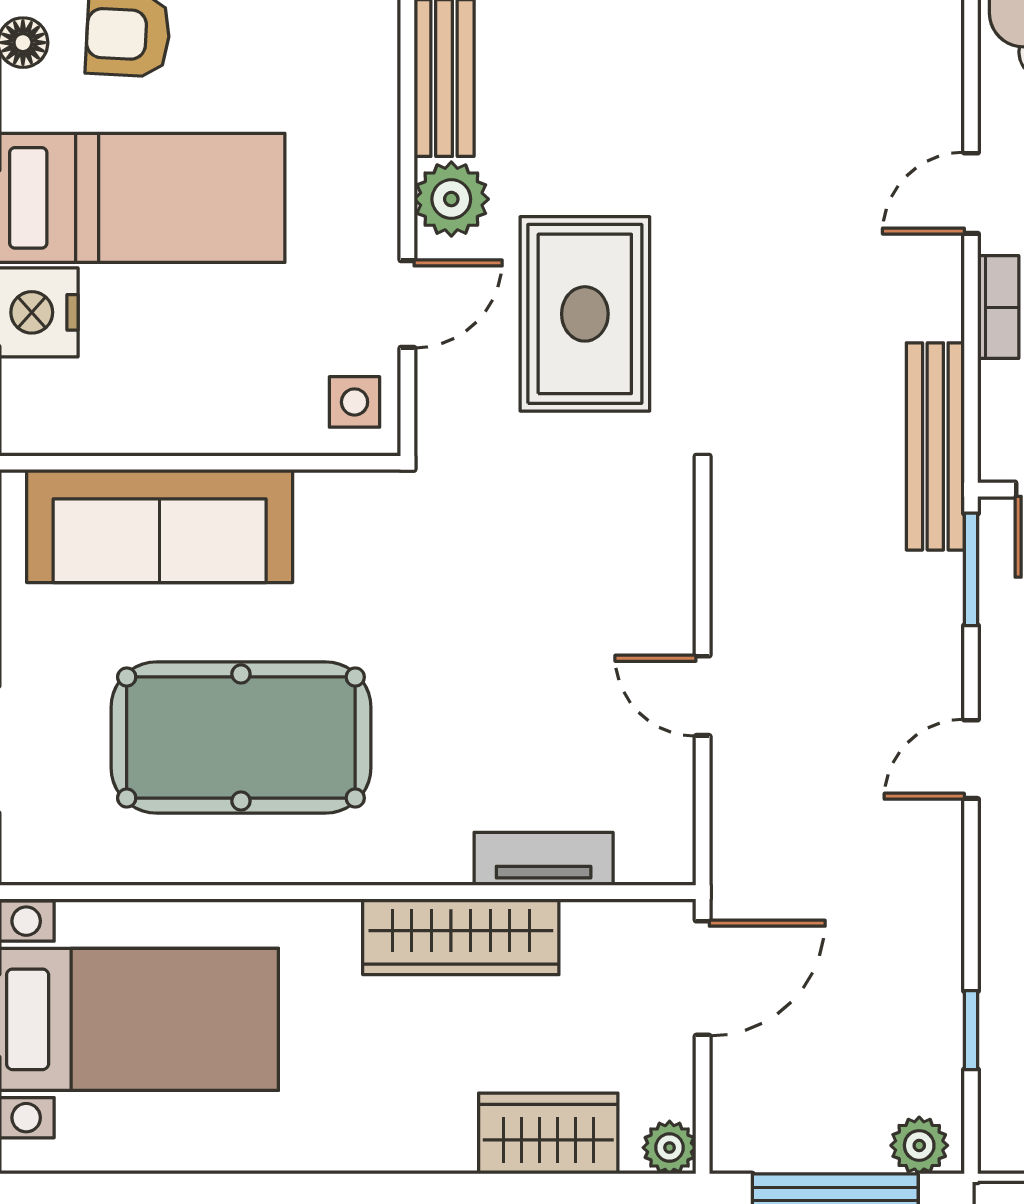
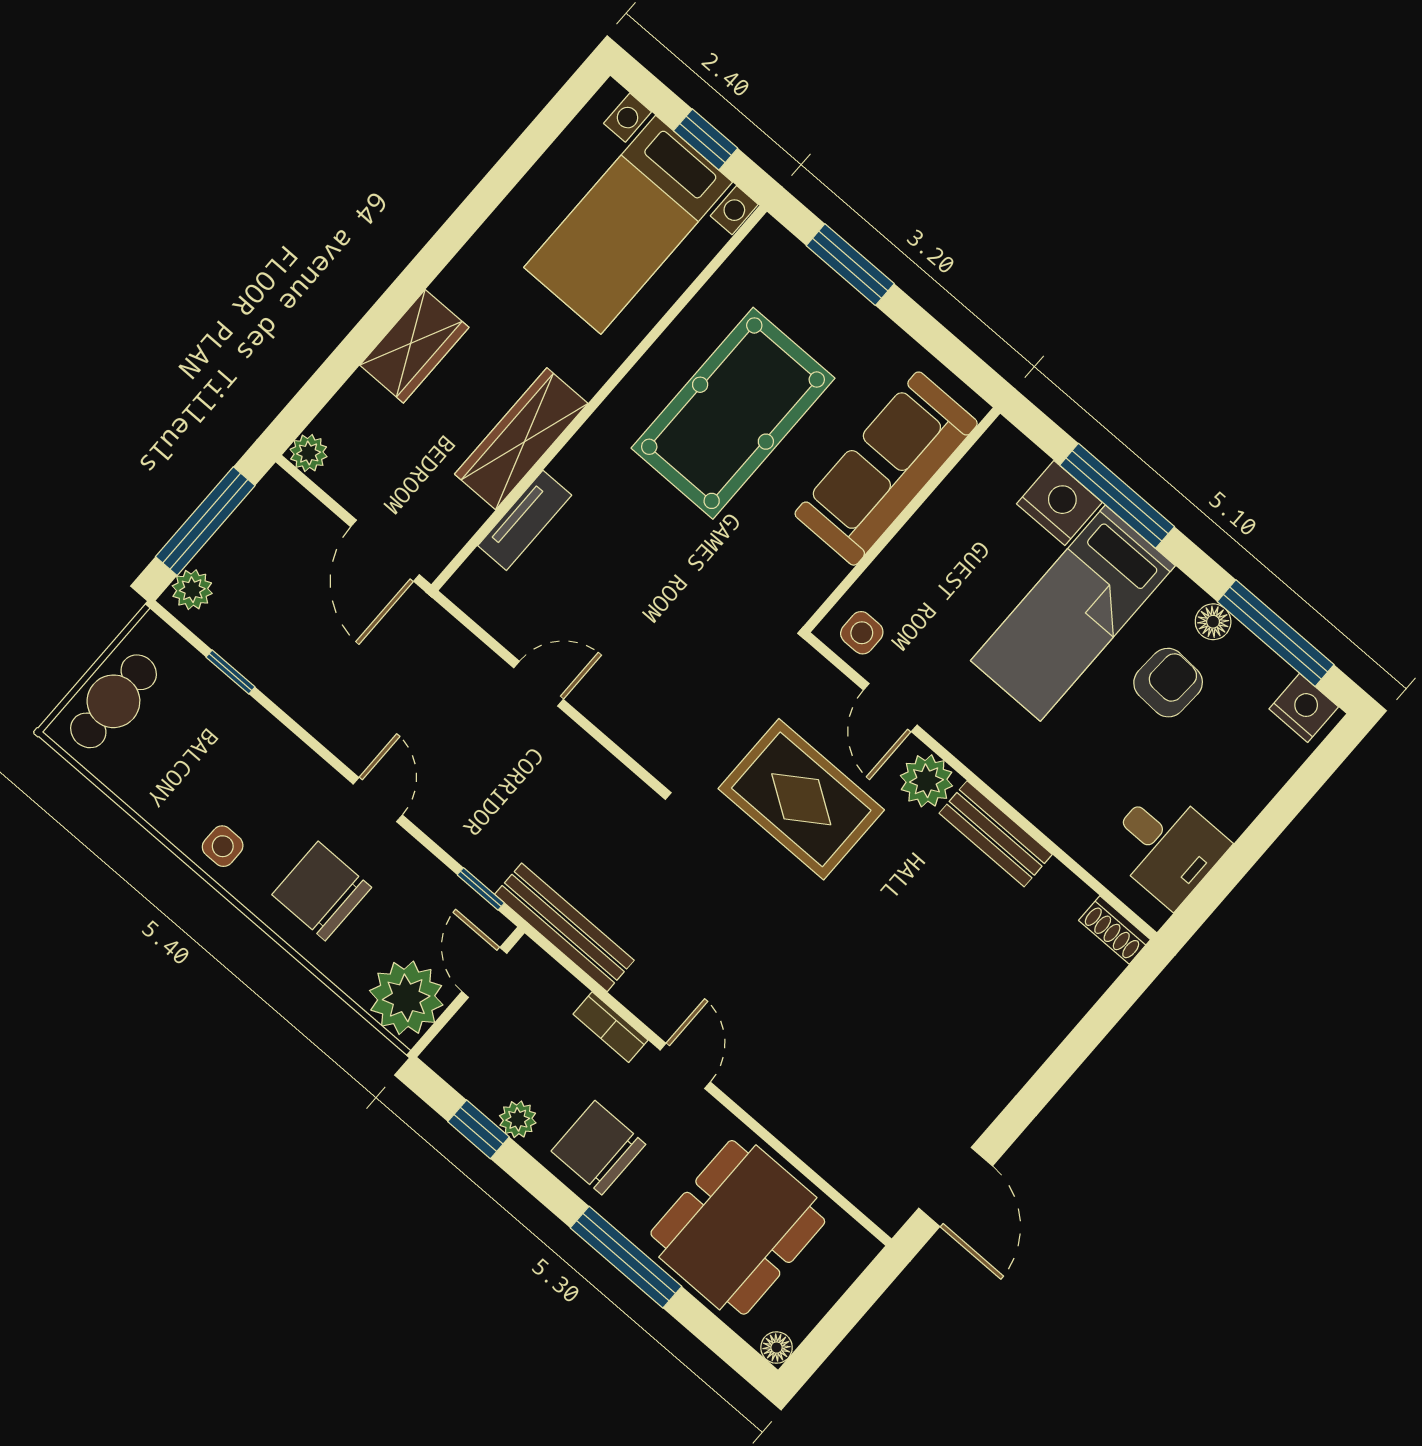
window: (971, 569) -> (481, 889), width x0.67
wardrobe: (548, 1134) -> (414, 346), moved

